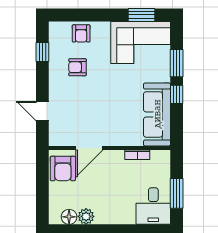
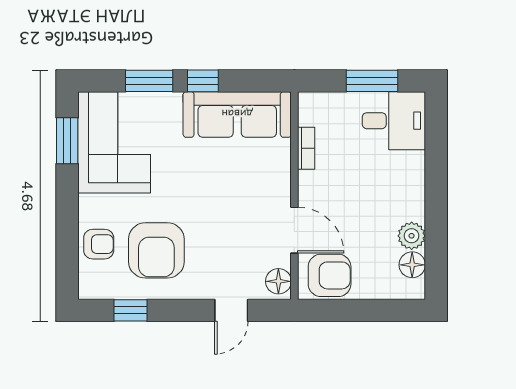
armchair: (77, 67) -> (156, 250), width x1.88, depth x1.88
floor lamp: (59, 139) -> (278, 281), added

